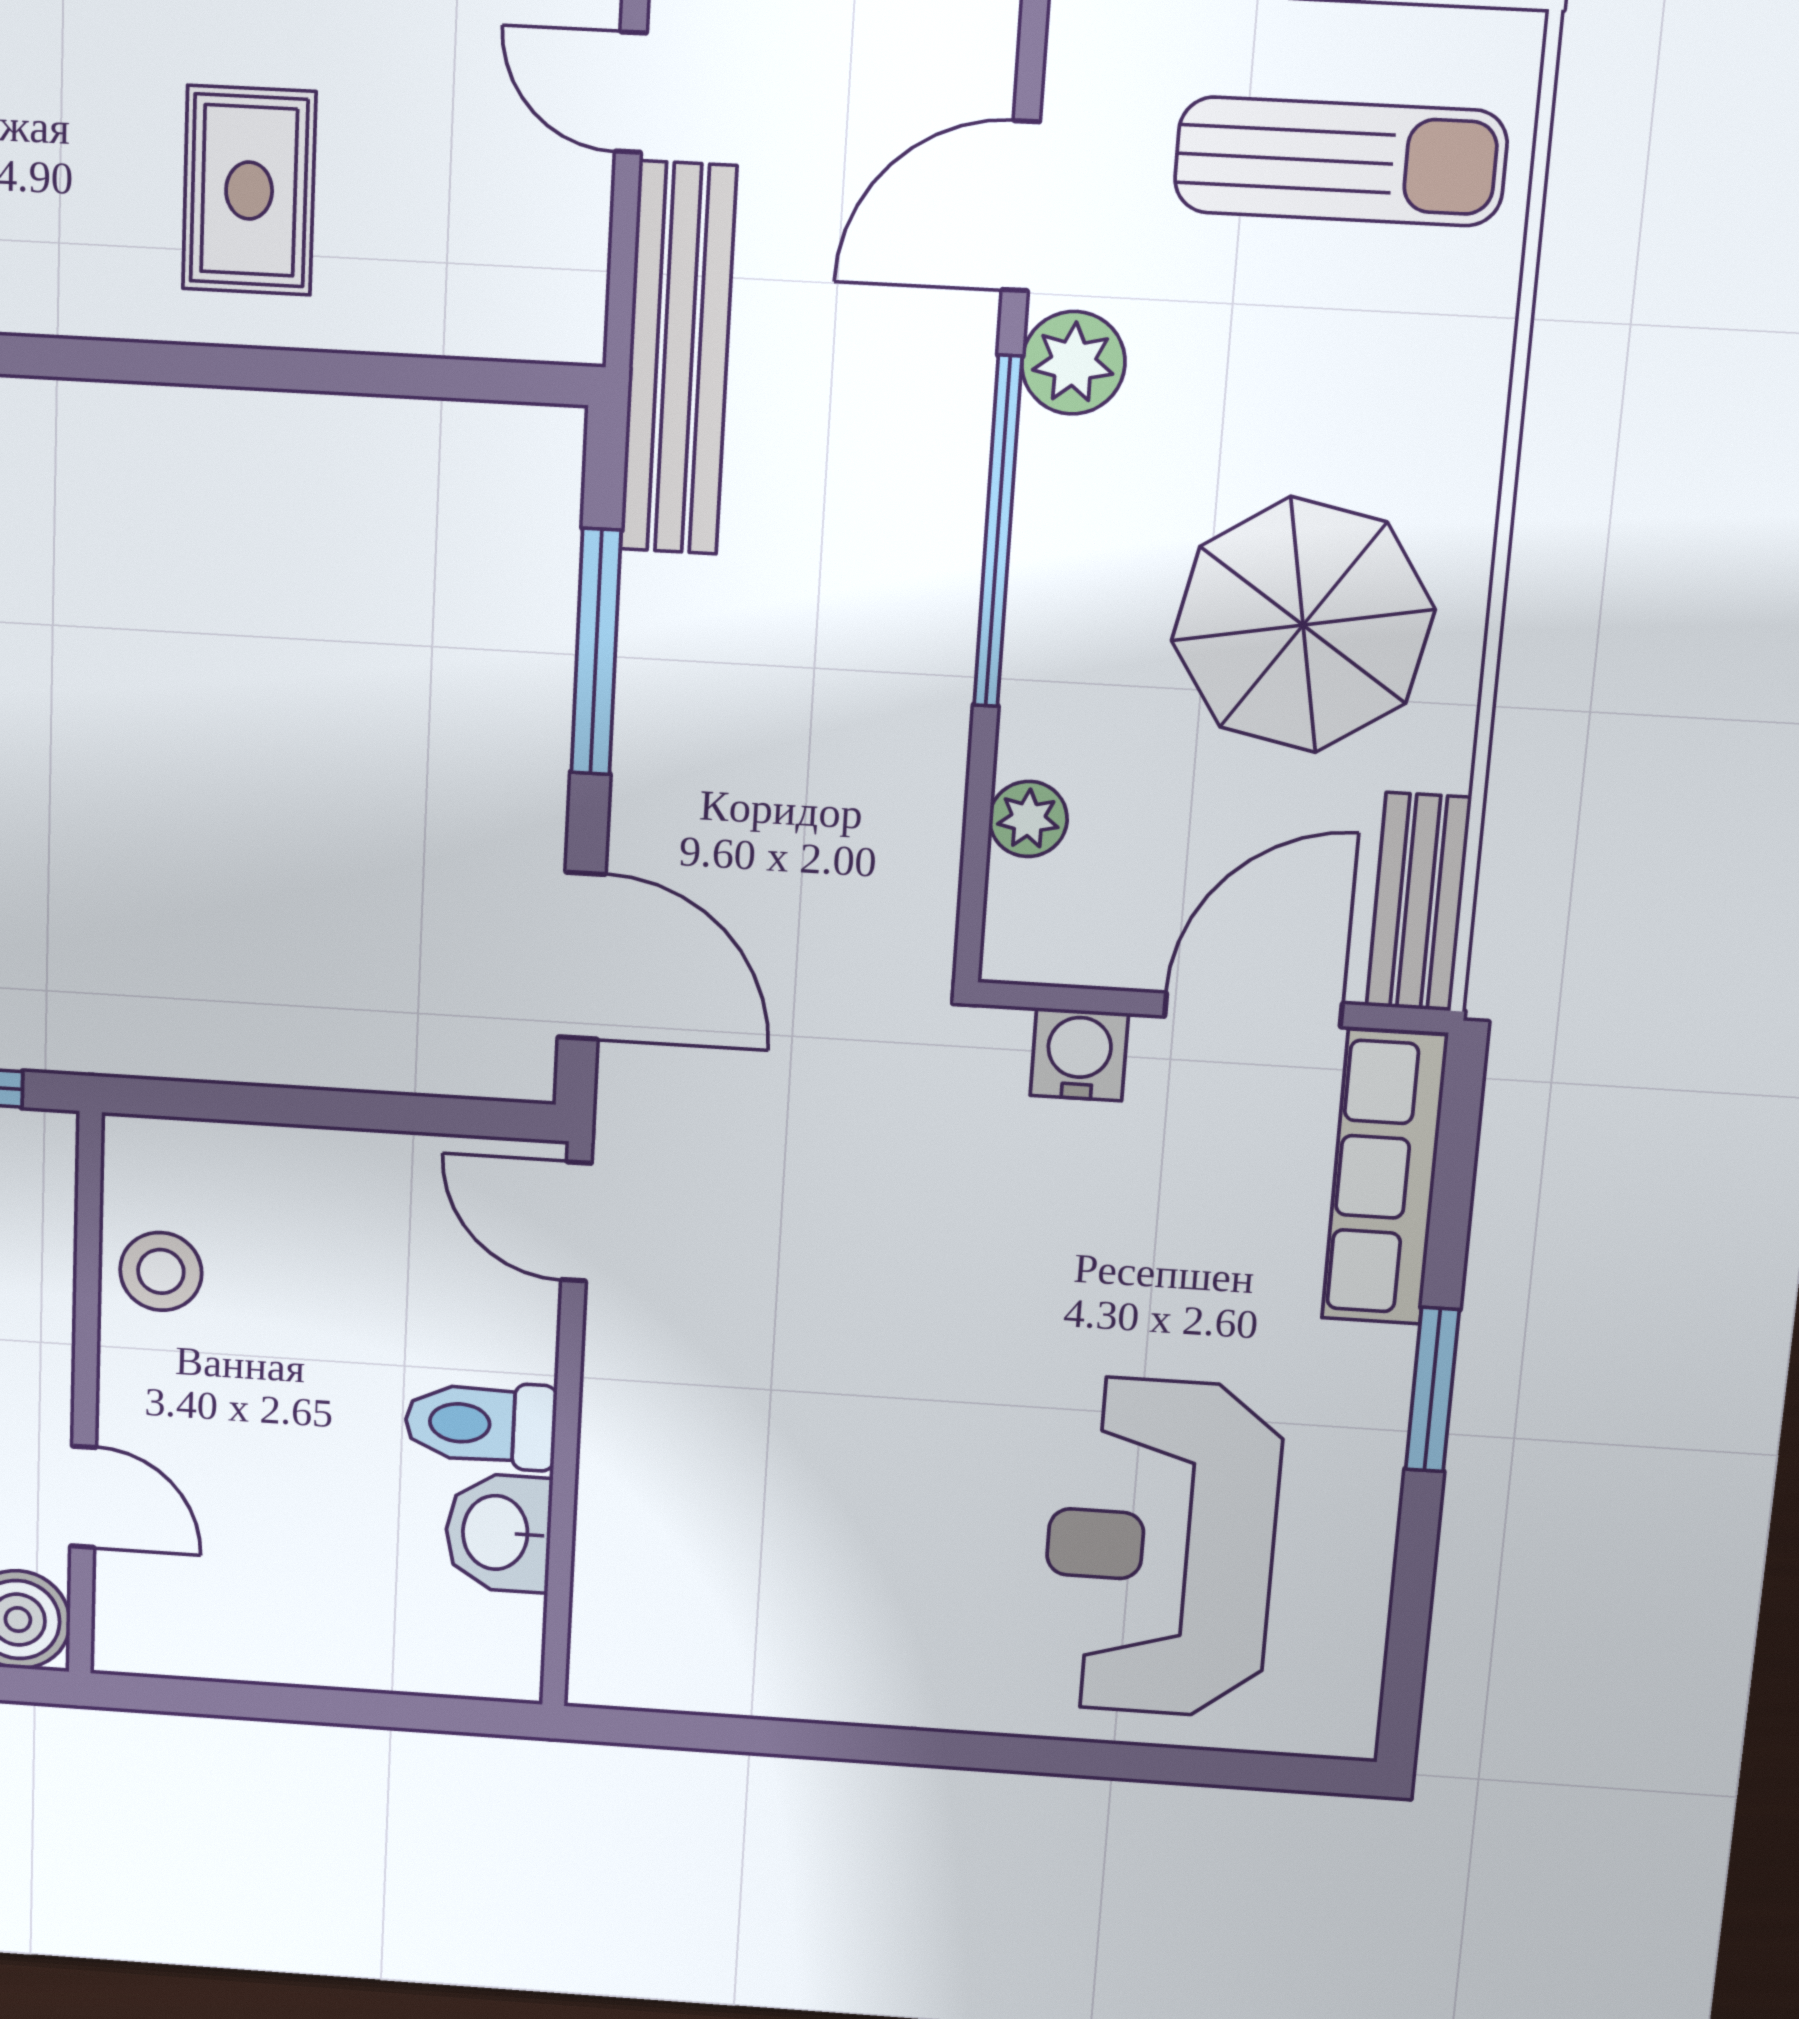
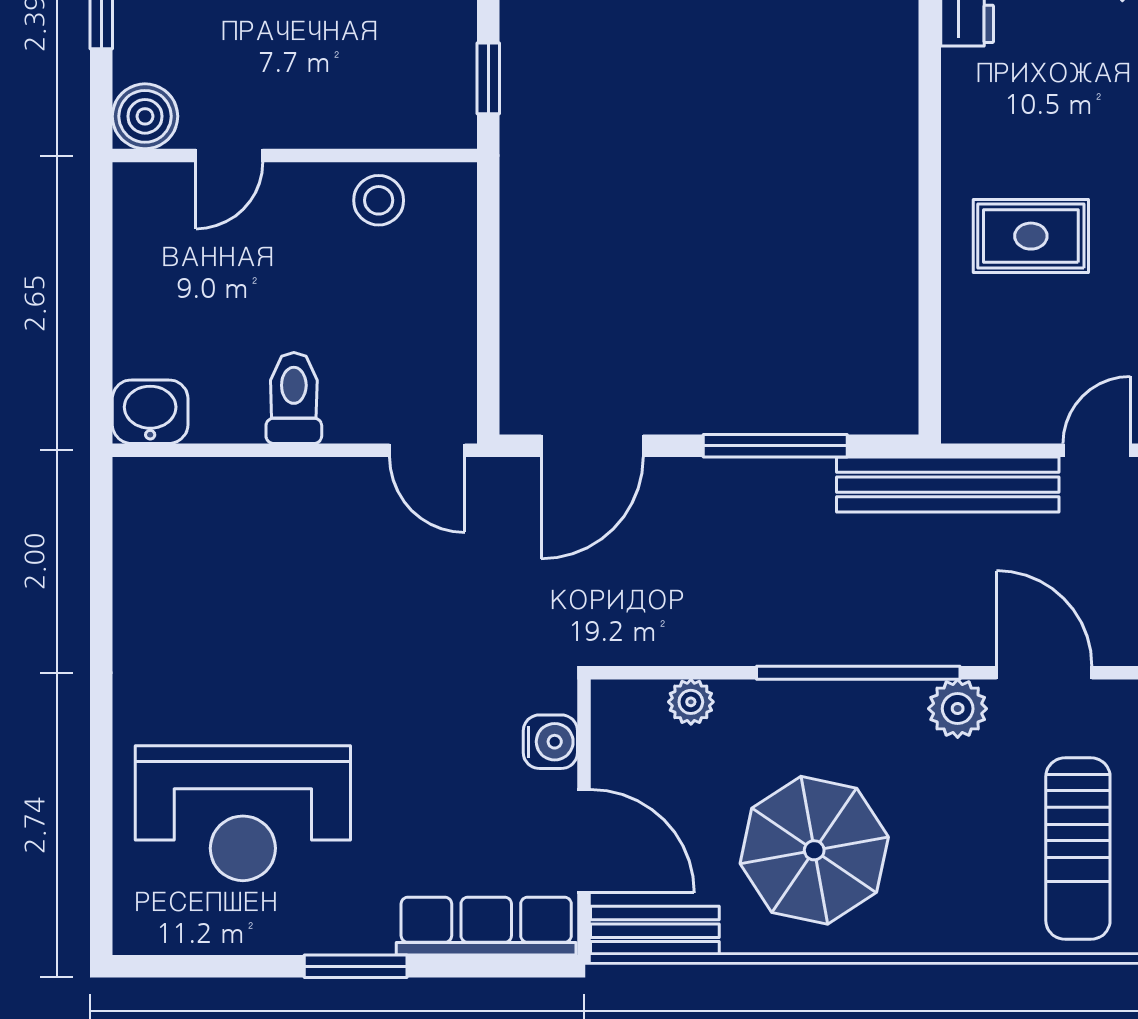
door: (576, 1222) -> (427, 450), swing flipped
washbasin: (498, 1533) -> (150, 412), moved
reception desk: (1160, 1548) -> (243, 813), turned 180

